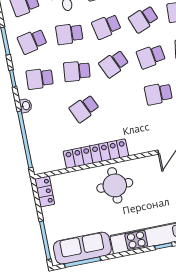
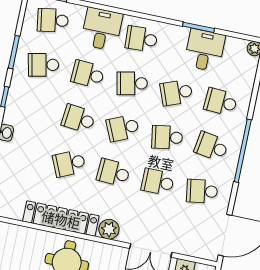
school desk: (40, 79) -> (113, 173), moved
plant: (136, 146) -> (109, 229), added

